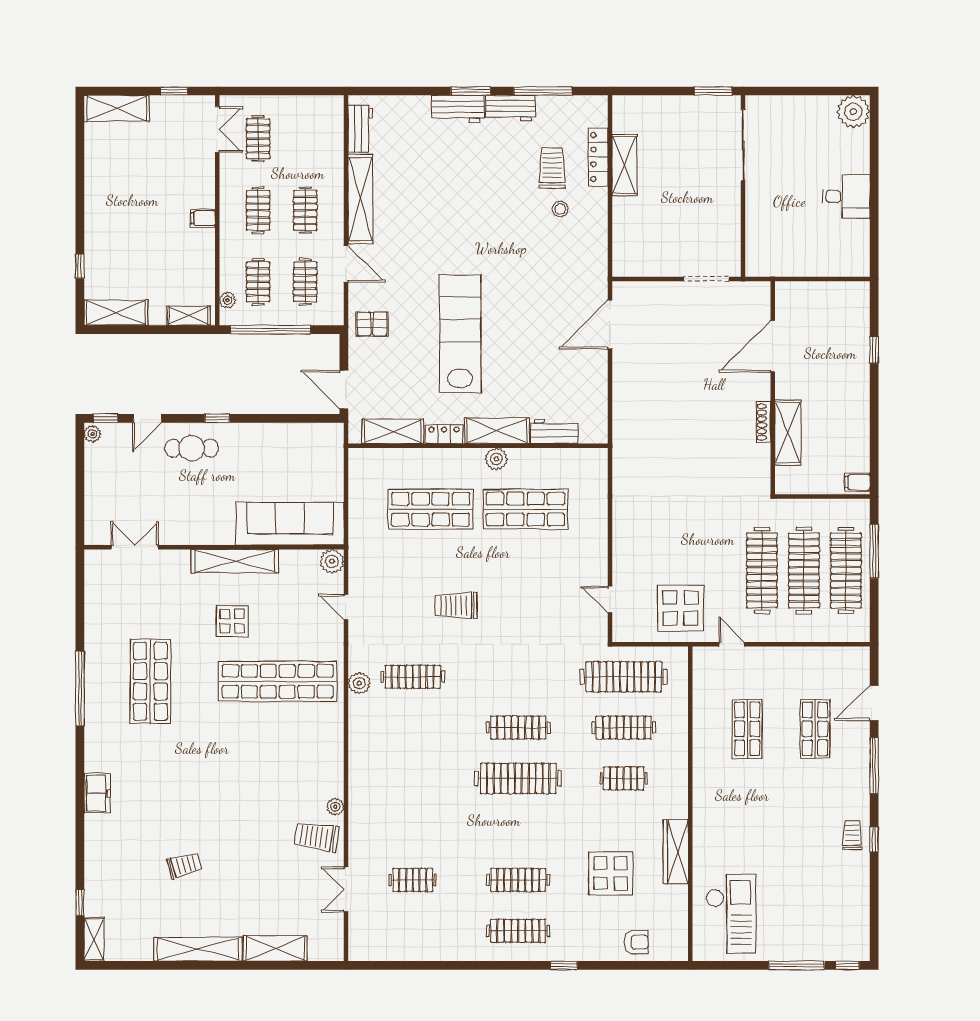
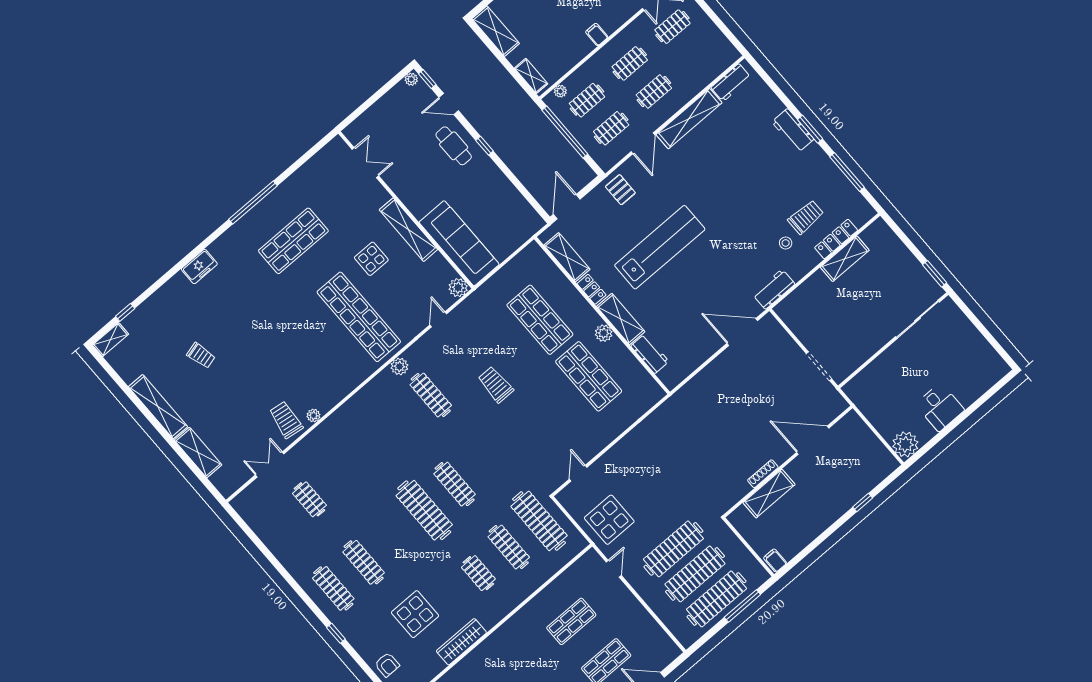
workbench: (511, 108) -> (774, 289), moved, turned 90
plant: (853, 112) -> (905, 444), moved

